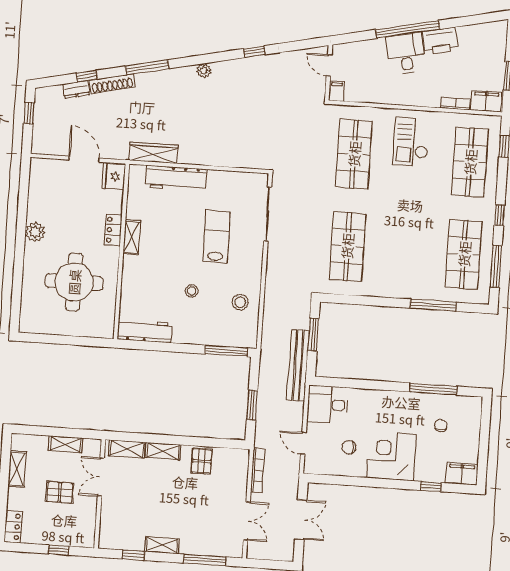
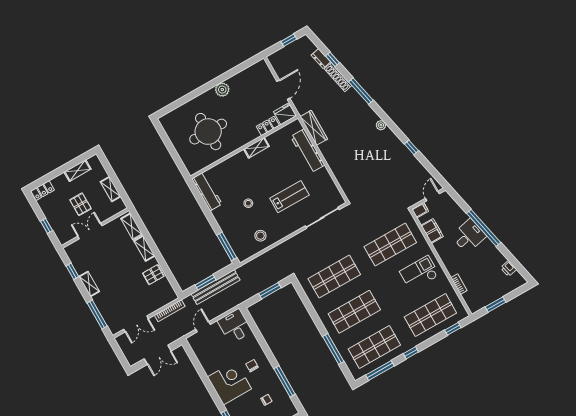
printer: (440, 41) -> (509, 269), moved, width x0.53, depth x0.68
filing cabinet: (486, 101) -> (432, 231), moved
locker: (113, 230) -> (268, 126), moved
shop shelf: (405, 250) -> (354, 312), added
bench: (298, 365) -> (216, 287), moved
chair: (349, 447) -> (252, 366), moved
double door: (101, 477) -> (90, 231), moved

